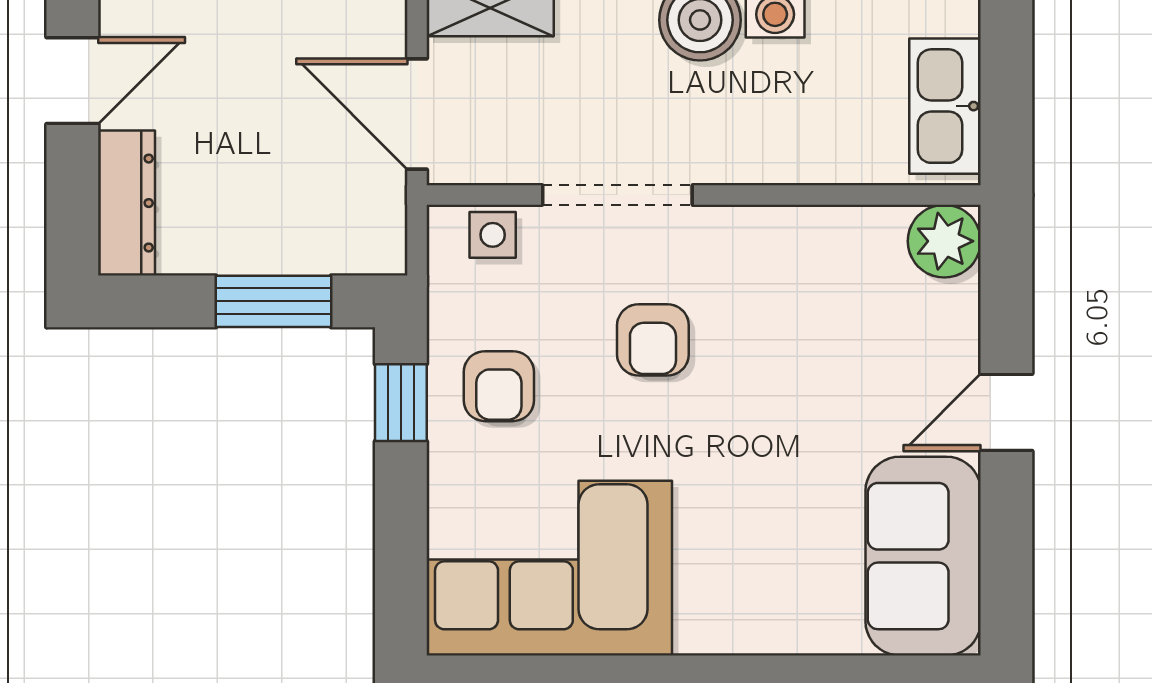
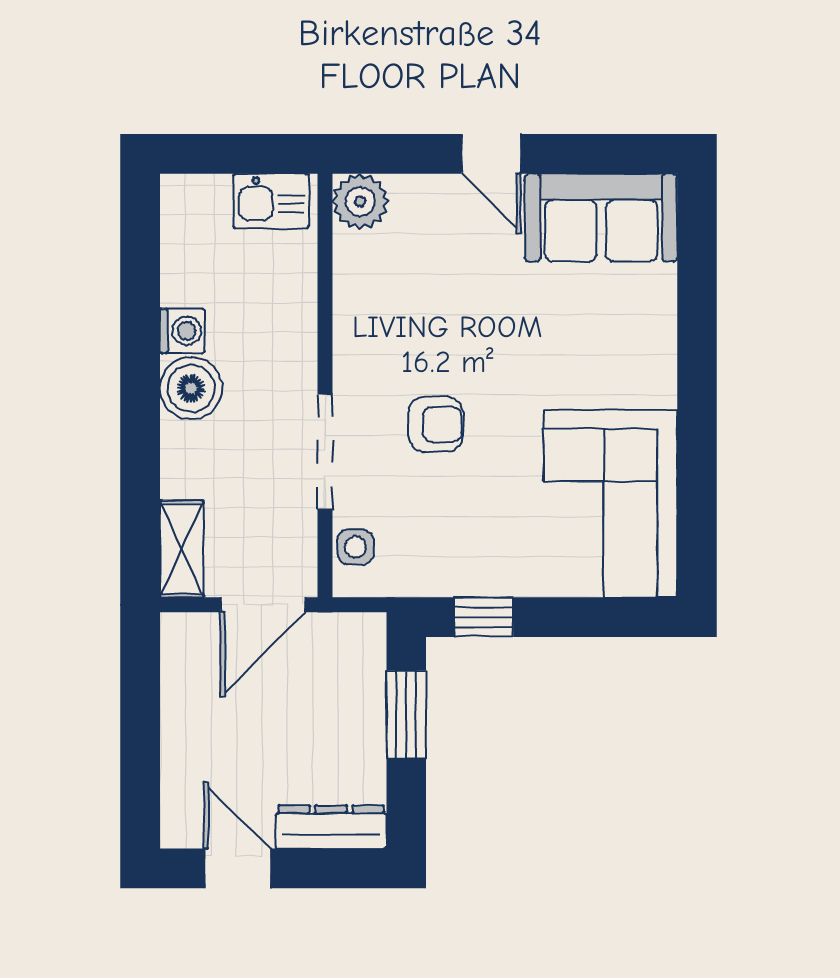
kitchen sink: (945, 106) -> (271, 201), width x0.73
armchair: (499, 386) -> (471, 542), removed

